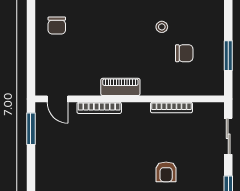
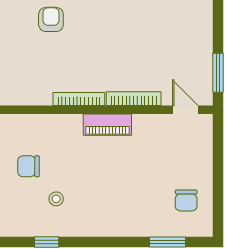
chair: (57, 26) -> (186, 201), turned 180
bookcase: (171, 108) -> (79, 99), moved

